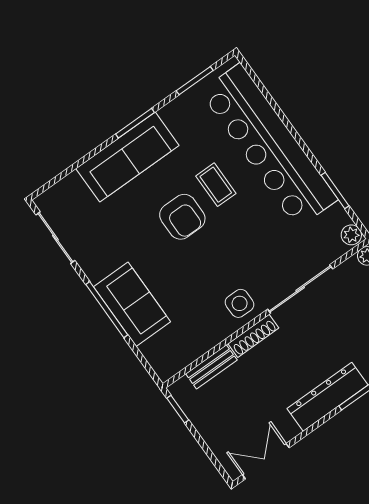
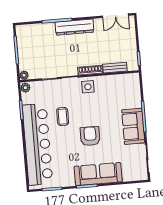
coffee table: (216, 185) -> (63, 117), moved
sofa: (132, 304) -> (133, 126), moved

